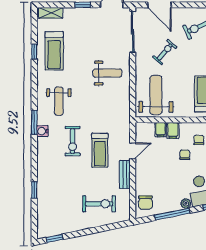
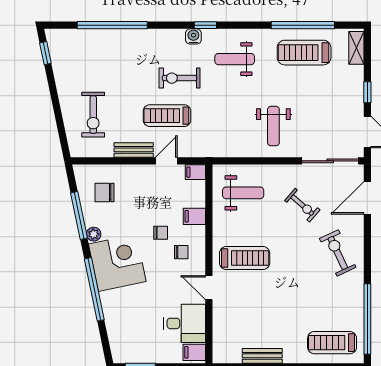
window: (34, 52) -> (303, 25), width x3.17
weight bench: (156, 95) -> (243, 193), width x0.73, depth x0.75
window: (34, 122) -> (205, 25), width x0.67
filing cabinet: (160, 130) -> (195, 172), moved
door: (133, 151) -> (166, 161), swing flipped
window: (34, 190) -> (112, 25), width x3.17
chair: (145, 202) -> (104, 192), moved

